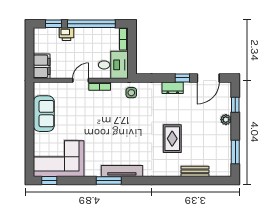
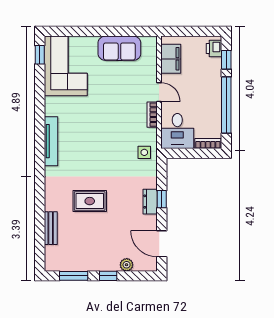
printer: (67, 34) -> (214, 48), moved
filing cabinet: (42, 66) -> (171, 59), moved, turned -90
window: (182, 78) -> (162, 199), moved
window: (235, 105) -> (108, 276), moved
plant: (226, 120) -> (127, 265), moved
window: (109, 181) -> (40, 125), removed

